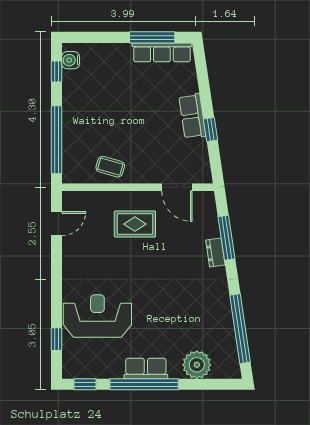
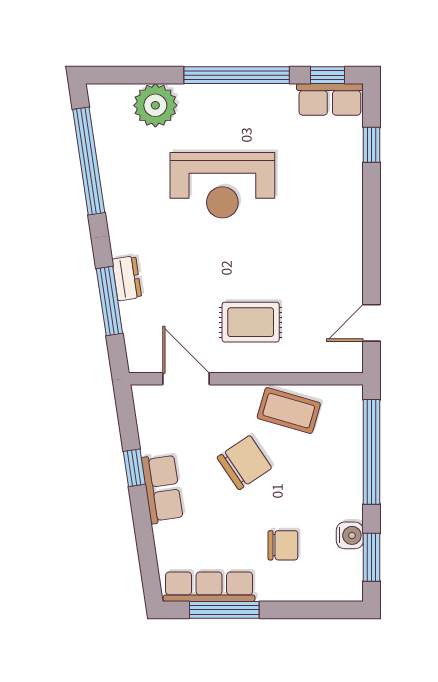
water cooler: (71, 60) -> (350, 535), moved
window: (56, 71) -> (372, 557), width x1.50
chair: (114, 79) -> (283, 545), added
chair: (139, 133) -> (244, 463), added
coffee table: (110, 167) -> (289, 411), width x1.36, depth x1.30
reception desk: (97, 316) -> (222, 185), moved
row of seats: (146, 369) -> (330, 99), moved

